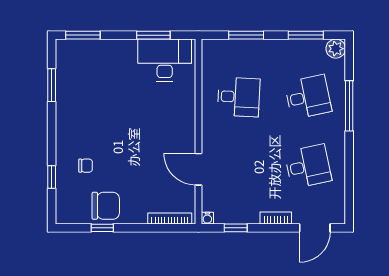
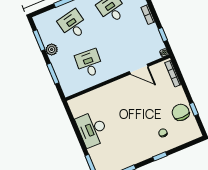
window: (153, 35) -> (74, 125), removed
plant: (336, 49) -> (52, 50), moved
desk: (165, 60) -> (92, 129), moved
door: (198, 169) -> (139, 69), hinge flipped
window: (52, 177) -> (160, 156), moved

